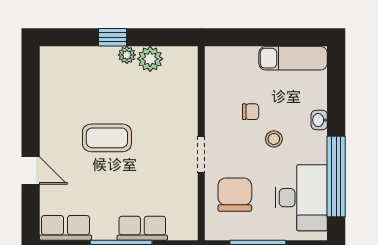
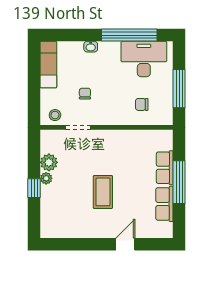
stool: (274, 139) -> (55, 115), moved
doorway: (201, 155) -> (78, 127), moved
chair: (235, 195) -> (142, 104), width x0.54, depth x0.54
row of seats: (65, 228) -> (164, 204), moved

